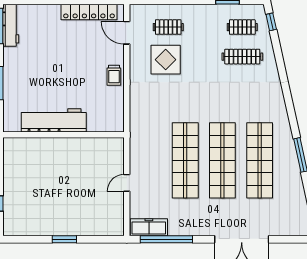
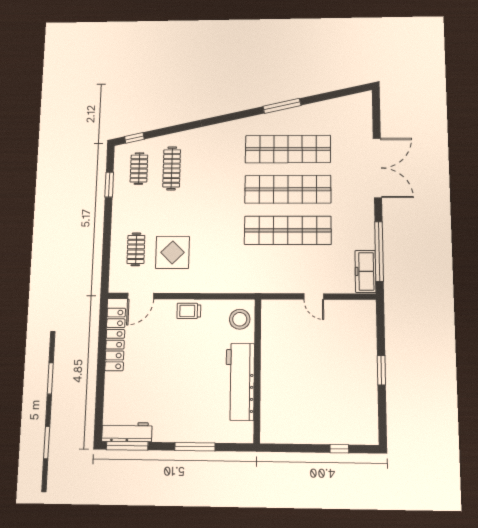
trolley: (114, 75) -> (189, 311), turned 180
stool: (107, 119) -> (240, 319), added

